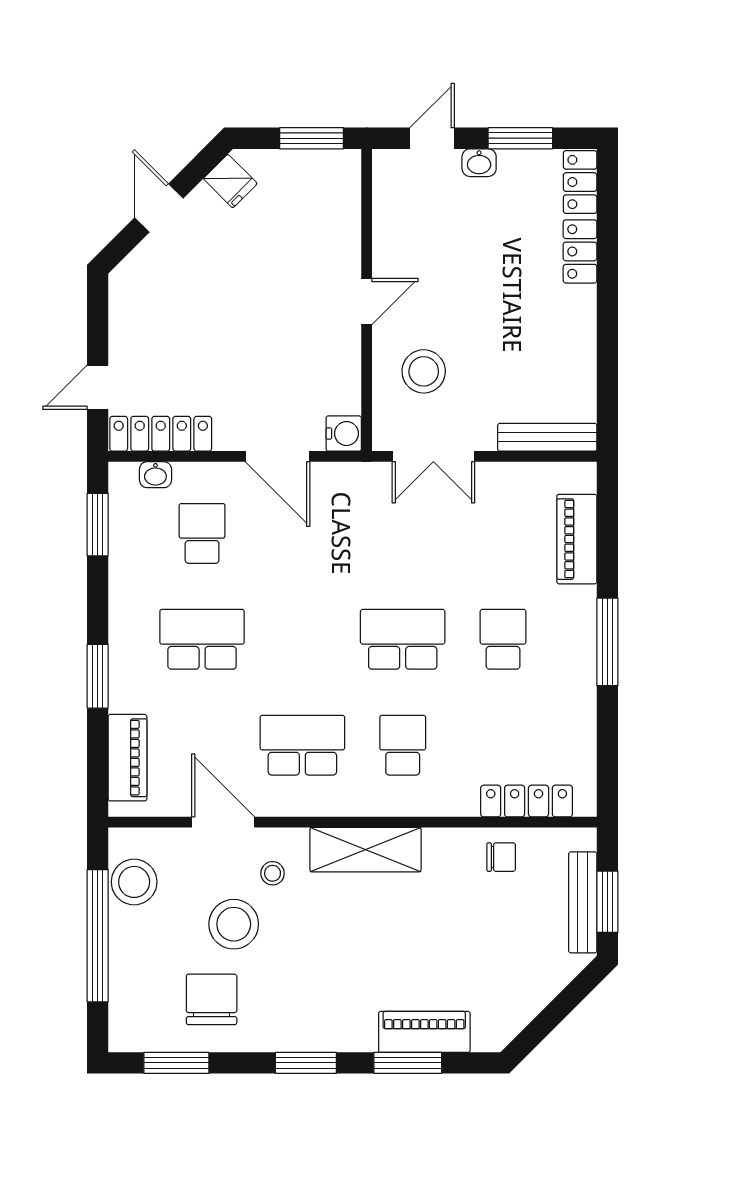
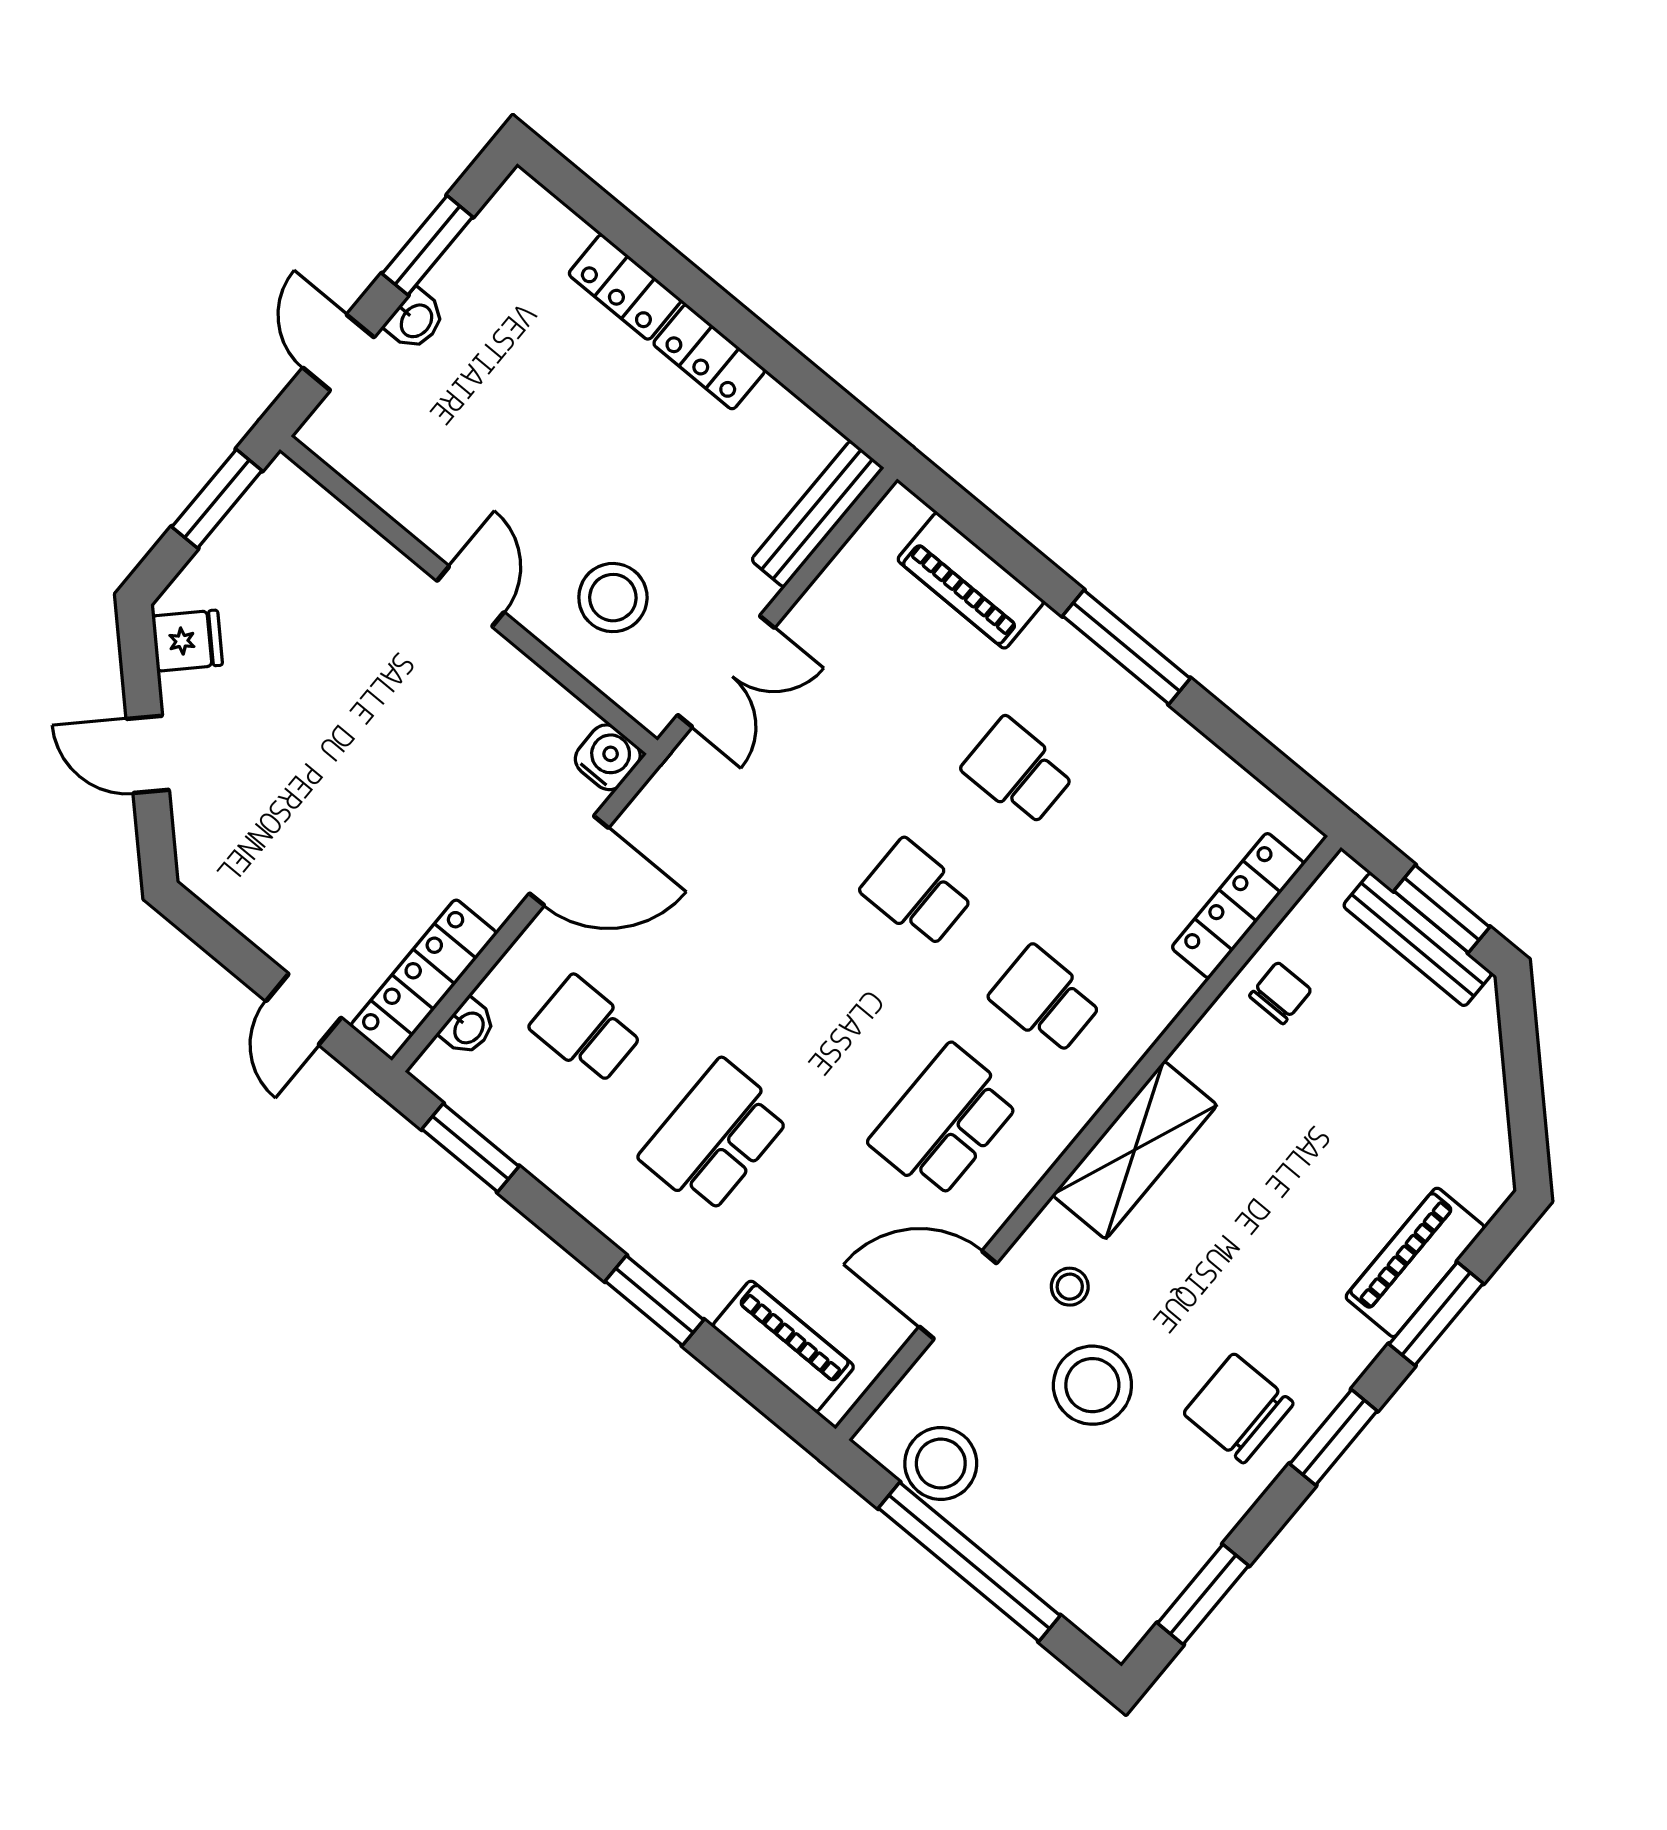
locker: (580, 182) -> (709, 357), moved
school desk: (403, 639) -> (917, 893), width x0.54
chair: (212, 999) -> (1239, 1408), moved

